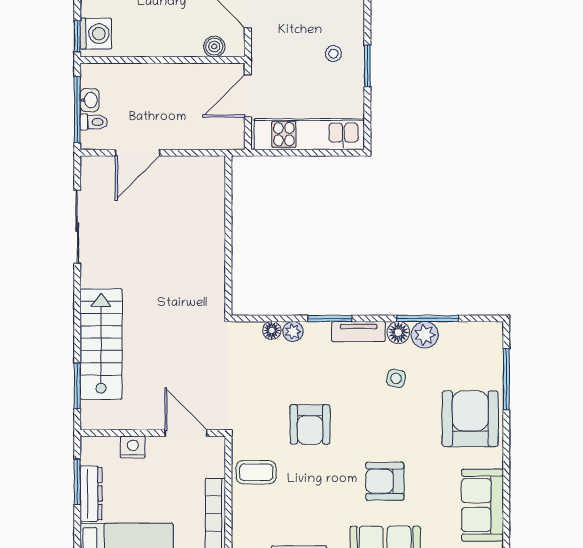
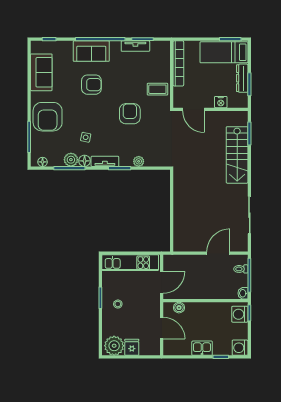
washbasin: (90, 100) -> (243, 293), moved
floor lamp: (272, 330) -> (43, 162), moved

